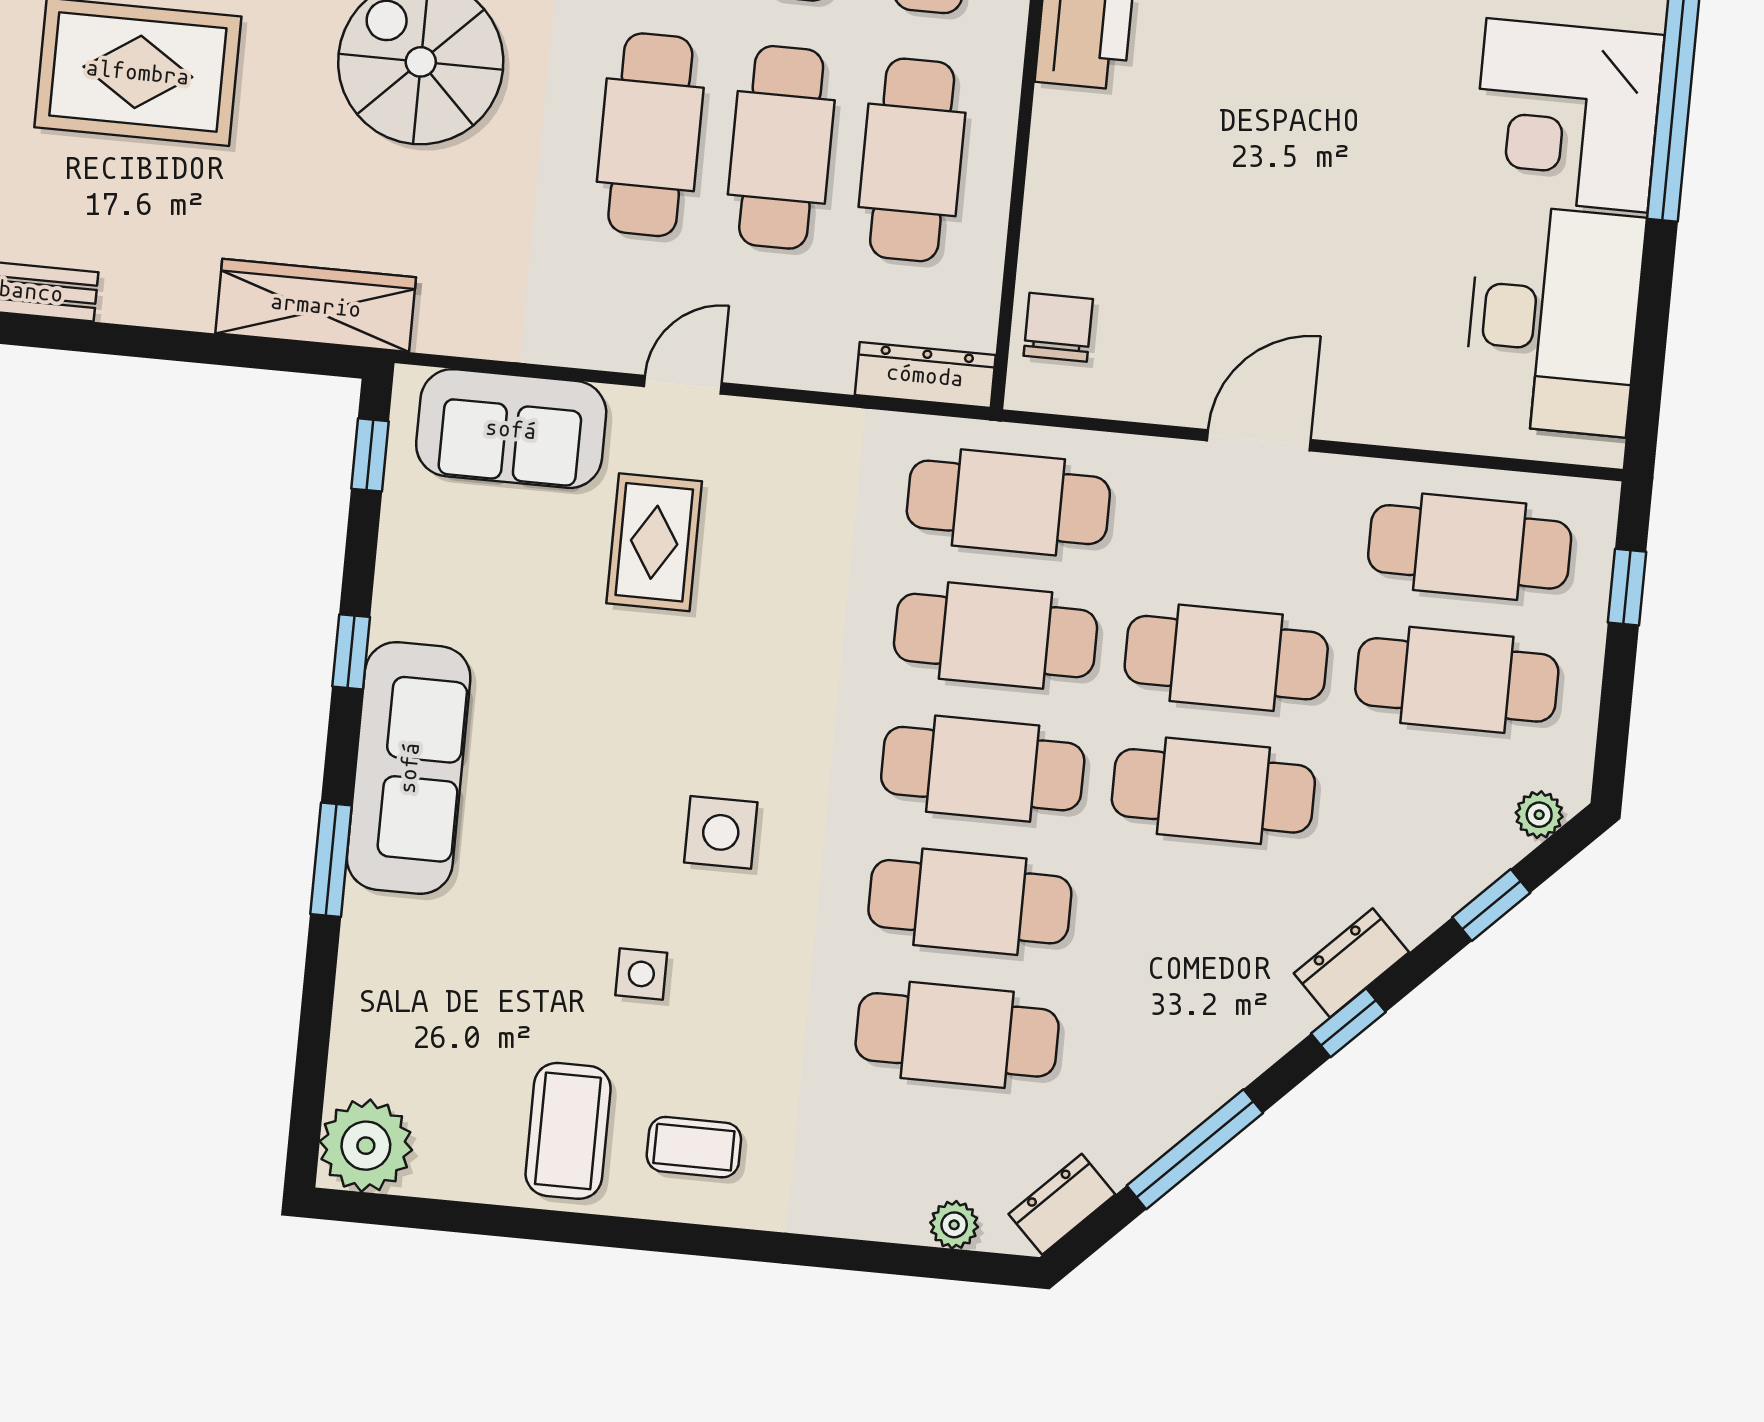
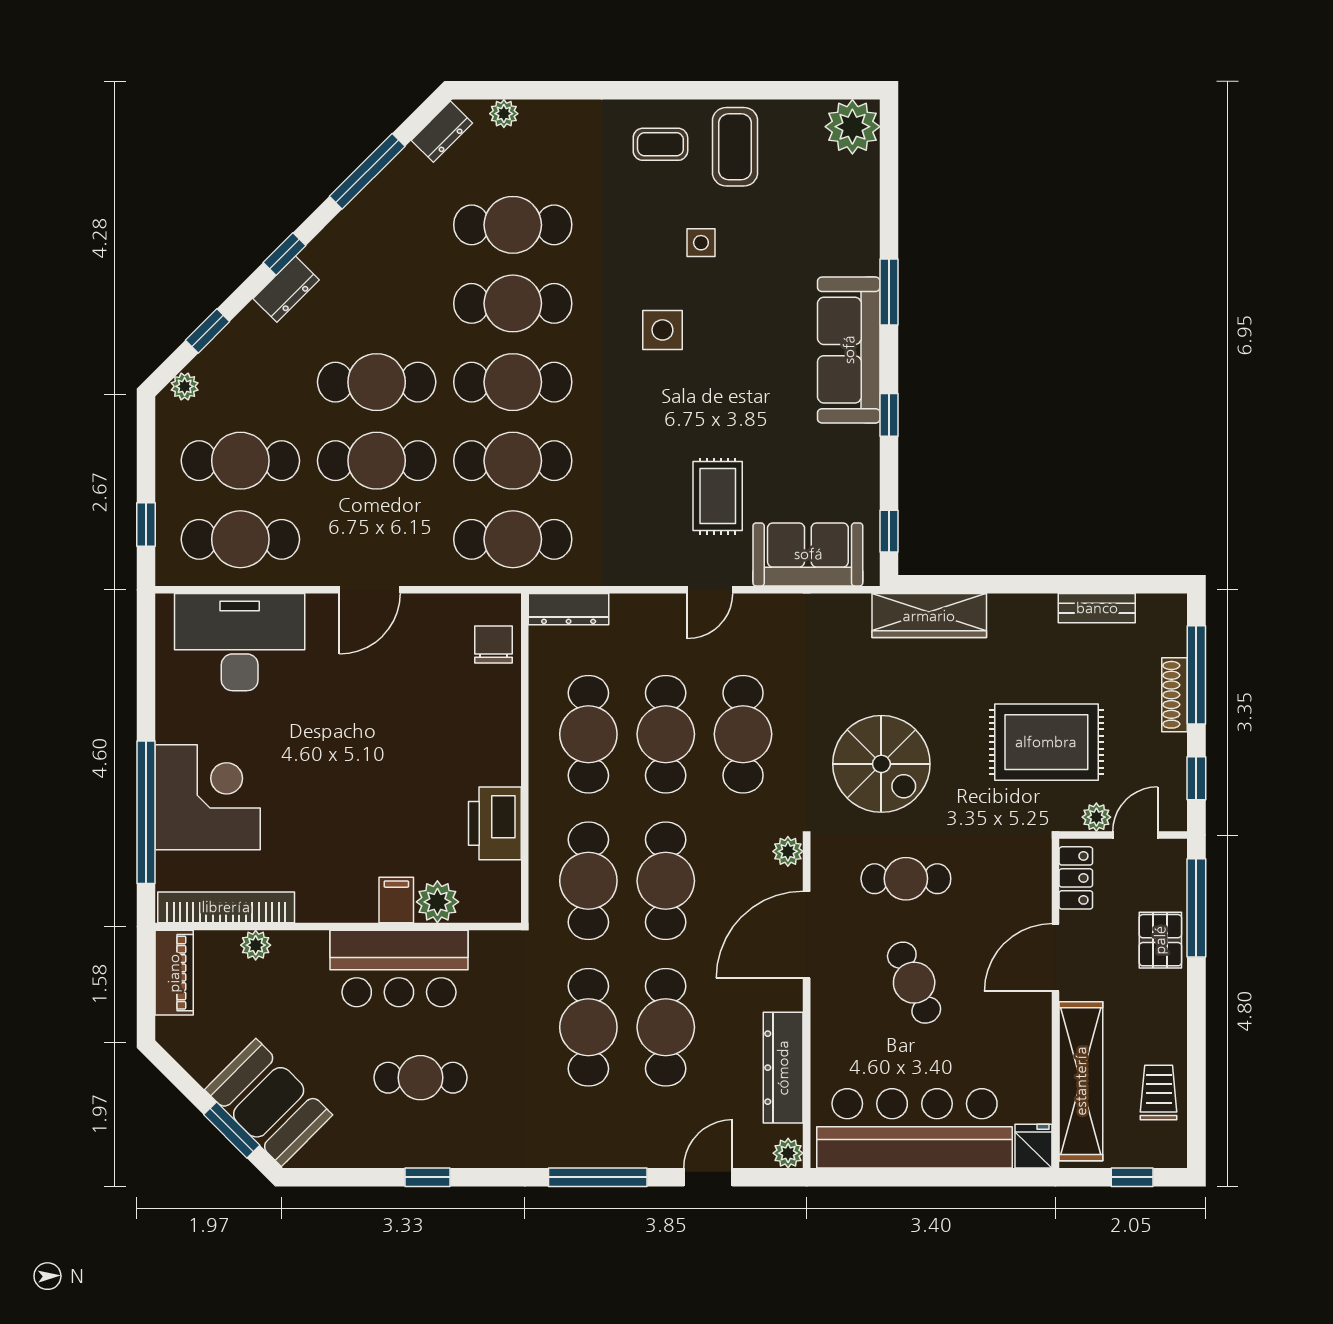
desk: (1554, 320) -> (240, 642), moved, turned 90
chair: (1058, 327) -> (493, 645), turned 180

